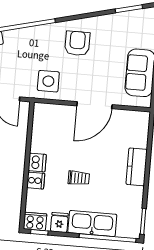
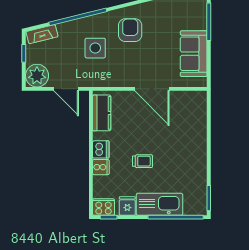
side table: (48, 81) -> (95, 48), moved
door: (94, 105) -> (152, 89), hinge flipped
kitchen counter: (137, 167) -> (102, 113), moved, turned 180

